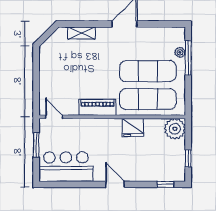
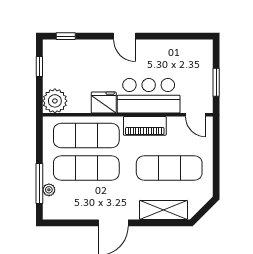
shelving: (81, 33) -> (164, 210), width x1.50, depth x1.33
exercise mat: (77, 71) -> (169, 168), added
bar counter: (66, 167) -> (149, 96), moved, turned 180

